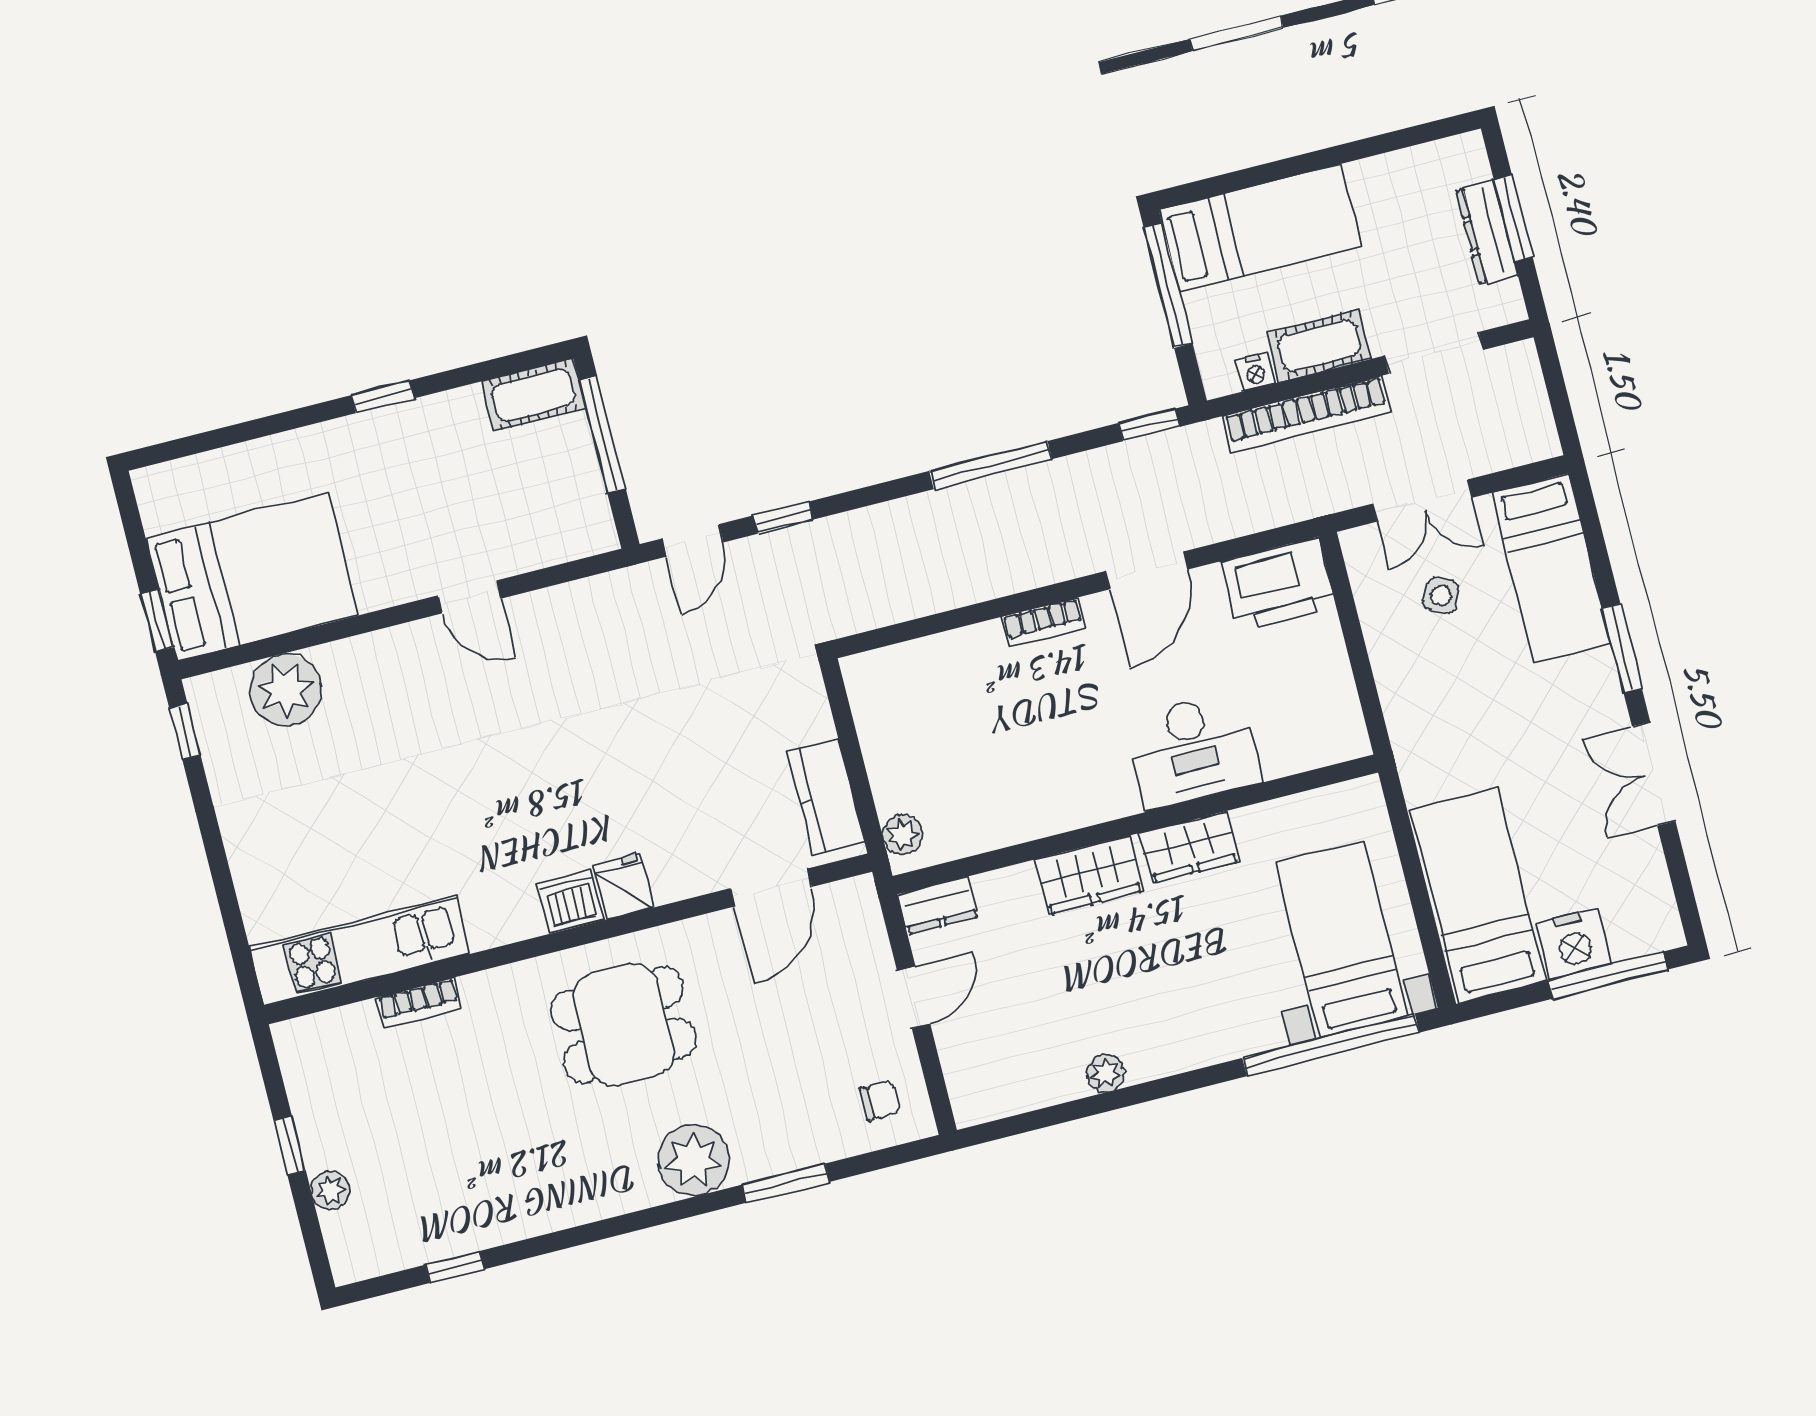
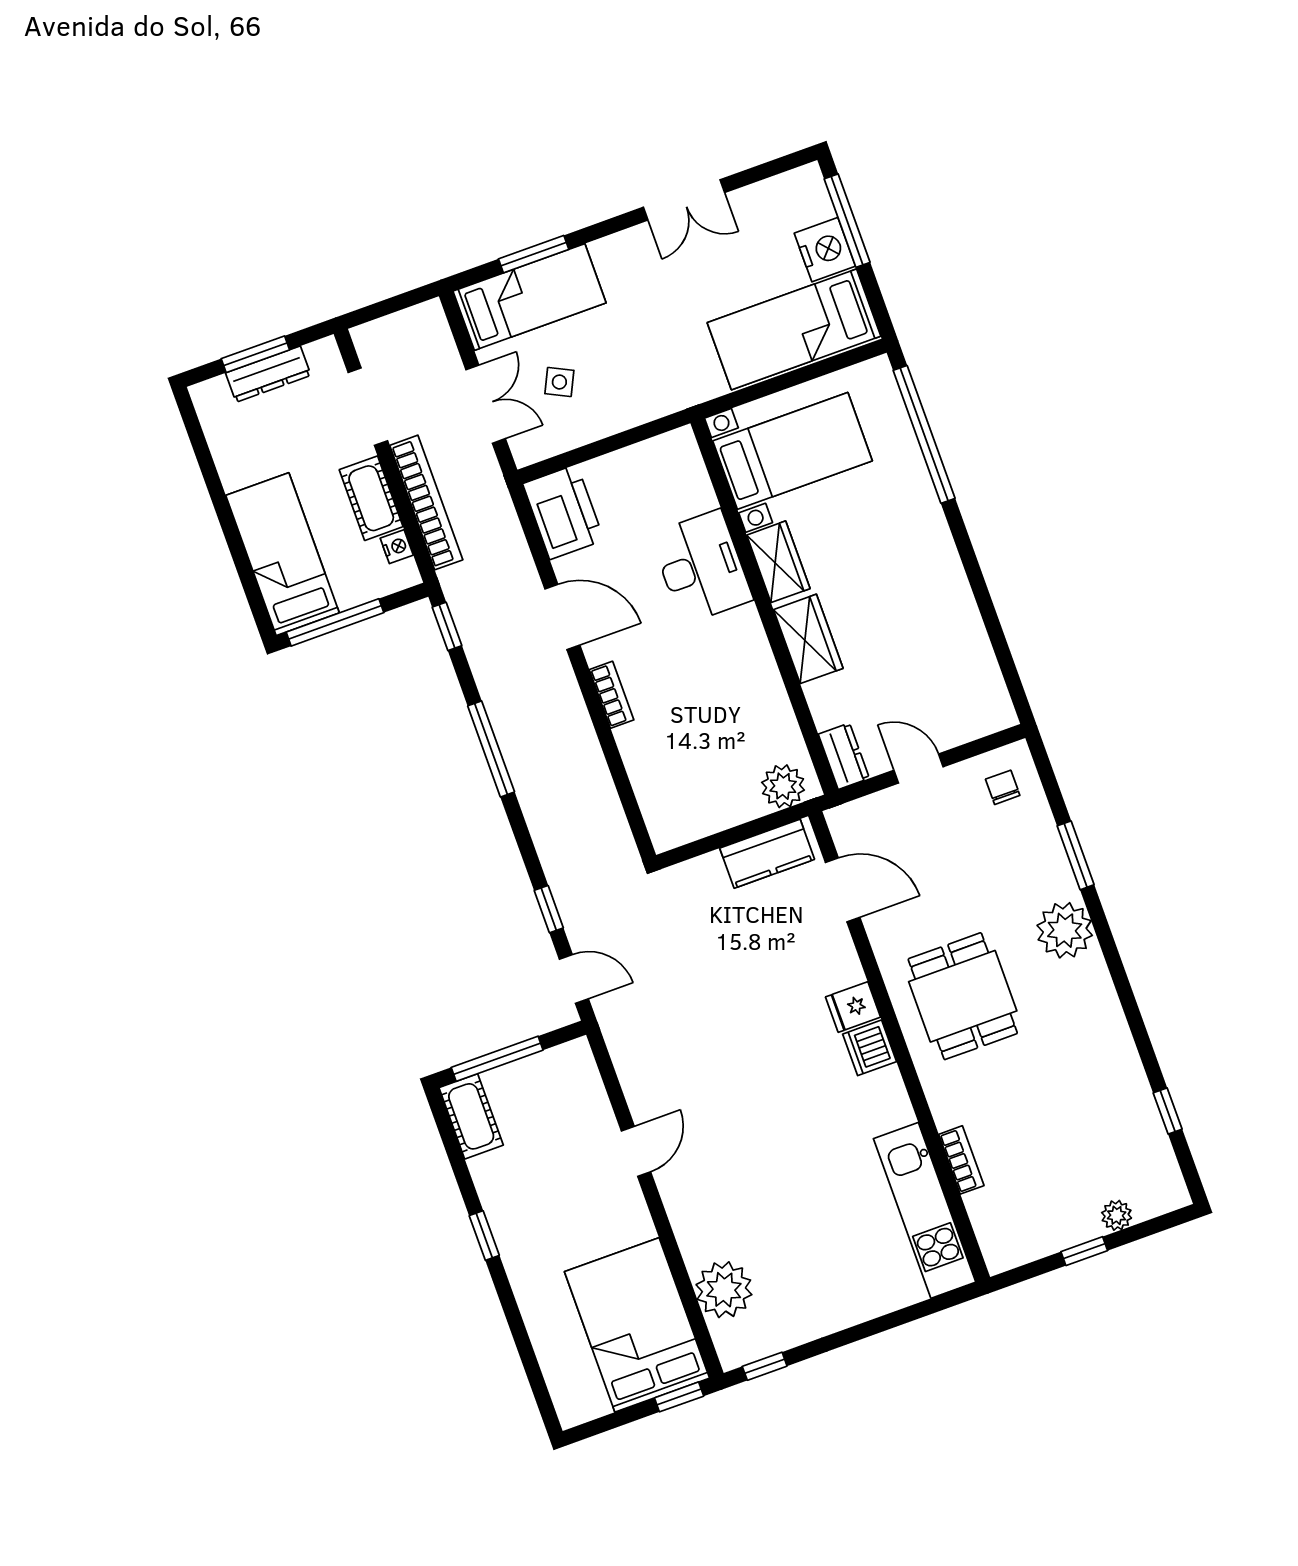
window: (1622, 648) -> (534, 254), moved
plant: (903, 835) -> (783, 786), width x1.38, depth x1.38
bed with nightstands: (1342, 940) -> (793, 451), moved, turned 180
plant: (1105, 1073) -> (964, 611), removed

